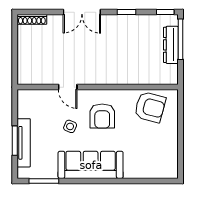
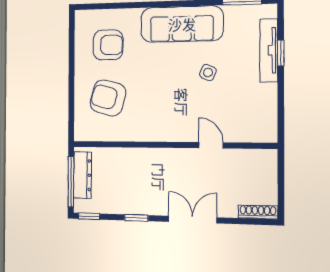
door: (68, 87) -> (211, 145), moved
wall: (98, 87) -> (173, 145), moved
armchair: (102, 116) -> (108, 45), moved, turned 90
window: (15, 141) -> (281, 53), width x0.67

